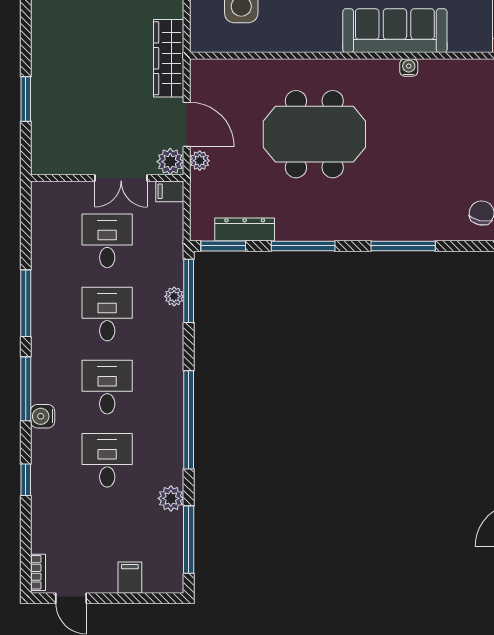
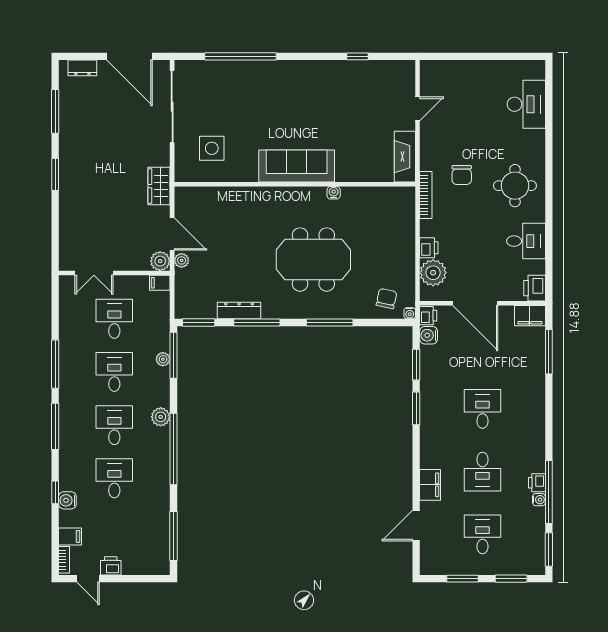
sofa: (395, 31) -> (297, 166), moved
wardrobe: (169, 58) -> (159, 186), width x0.67
window: (26, 99) -> (55, 174), moved
meeting table: (314, 134) -> (313, 260), moved
double door: (121, 178) -> (94, 273), moved
dresser: (245, 229) -> (239, 310), moved
water cooler: (43, 416) -> (67, 500), moved
plant: (171, 498) -> (161, 417), moved
filing cabinet: (130, 578) -> (70, 536), moved, turned 90
printer: (102, 581) -> (111, 566), added

